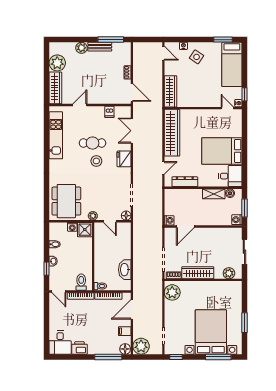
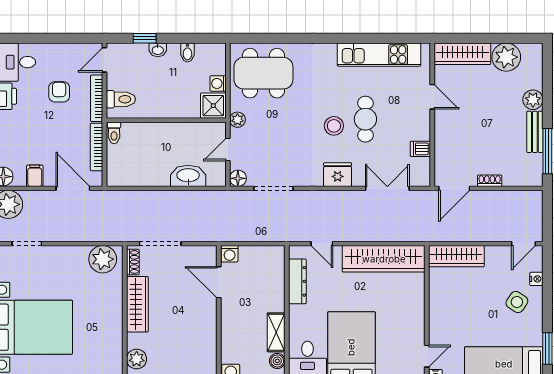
washbasin: (125, 270) -> (188, 176), moved
armchair: (77, 317) -> (59, 92), added

